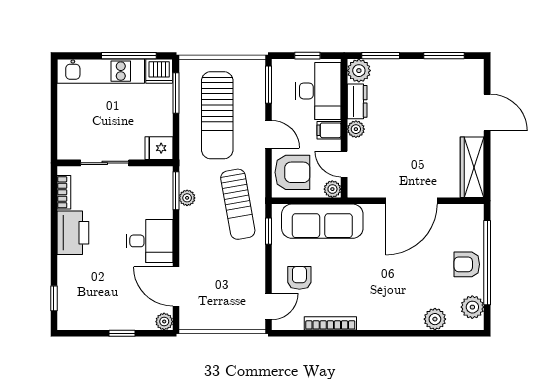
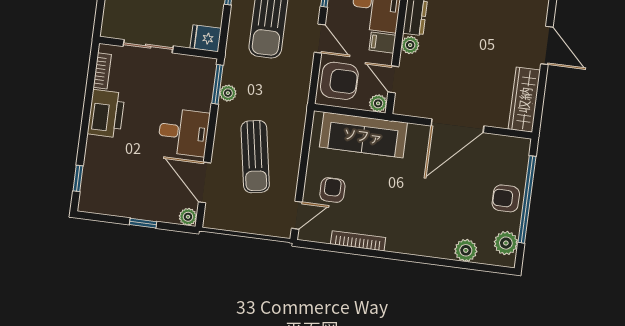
sun lounger: (238, 204) -> (255, 157), moved
window: (268, 231) -> (307, 138), removed

